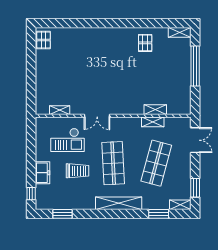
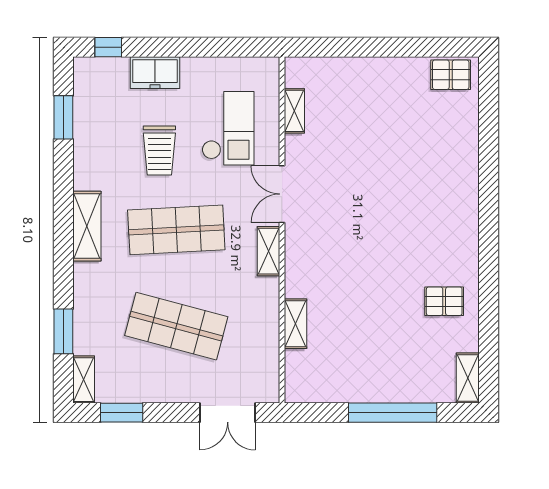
shelving: (153, 122) -> (268, 251), moved
checkout: (68, 140) -> (228, 128), turned 180
shelving: (119, 203) -> (87, 226), width x0.68

